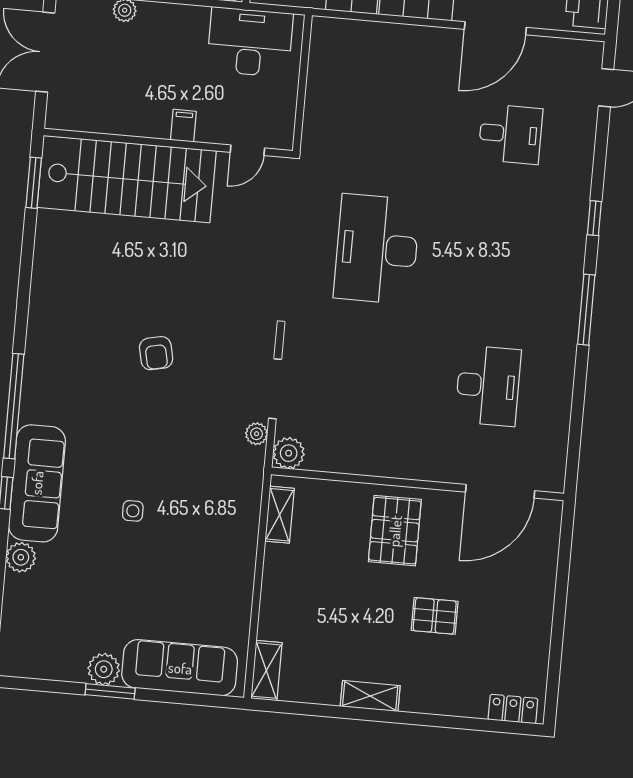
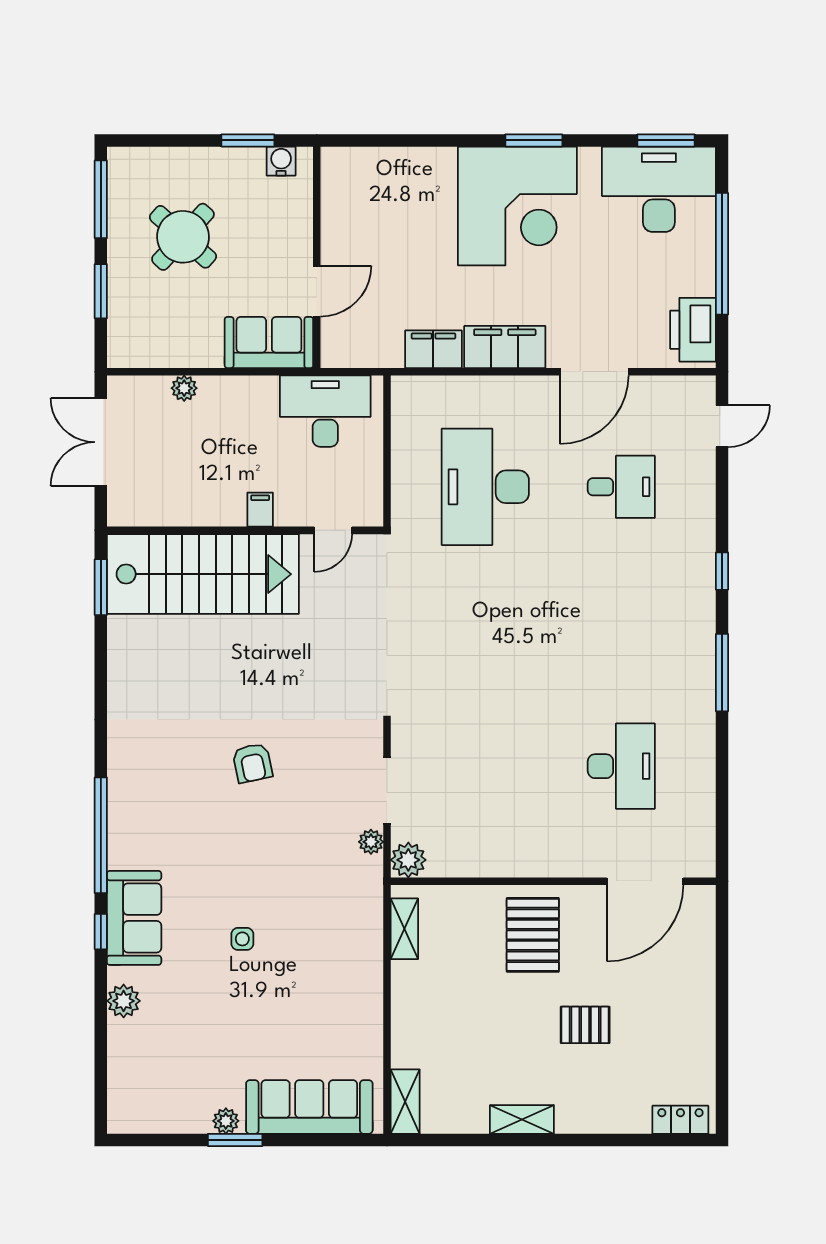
desk: (377, 249) -> (485, 487), moved
sofa: (37, 483) -> (134, 918), width x0.73
plant: (104, 669) -> (226, 1121), width x0.73, depth x0.73

